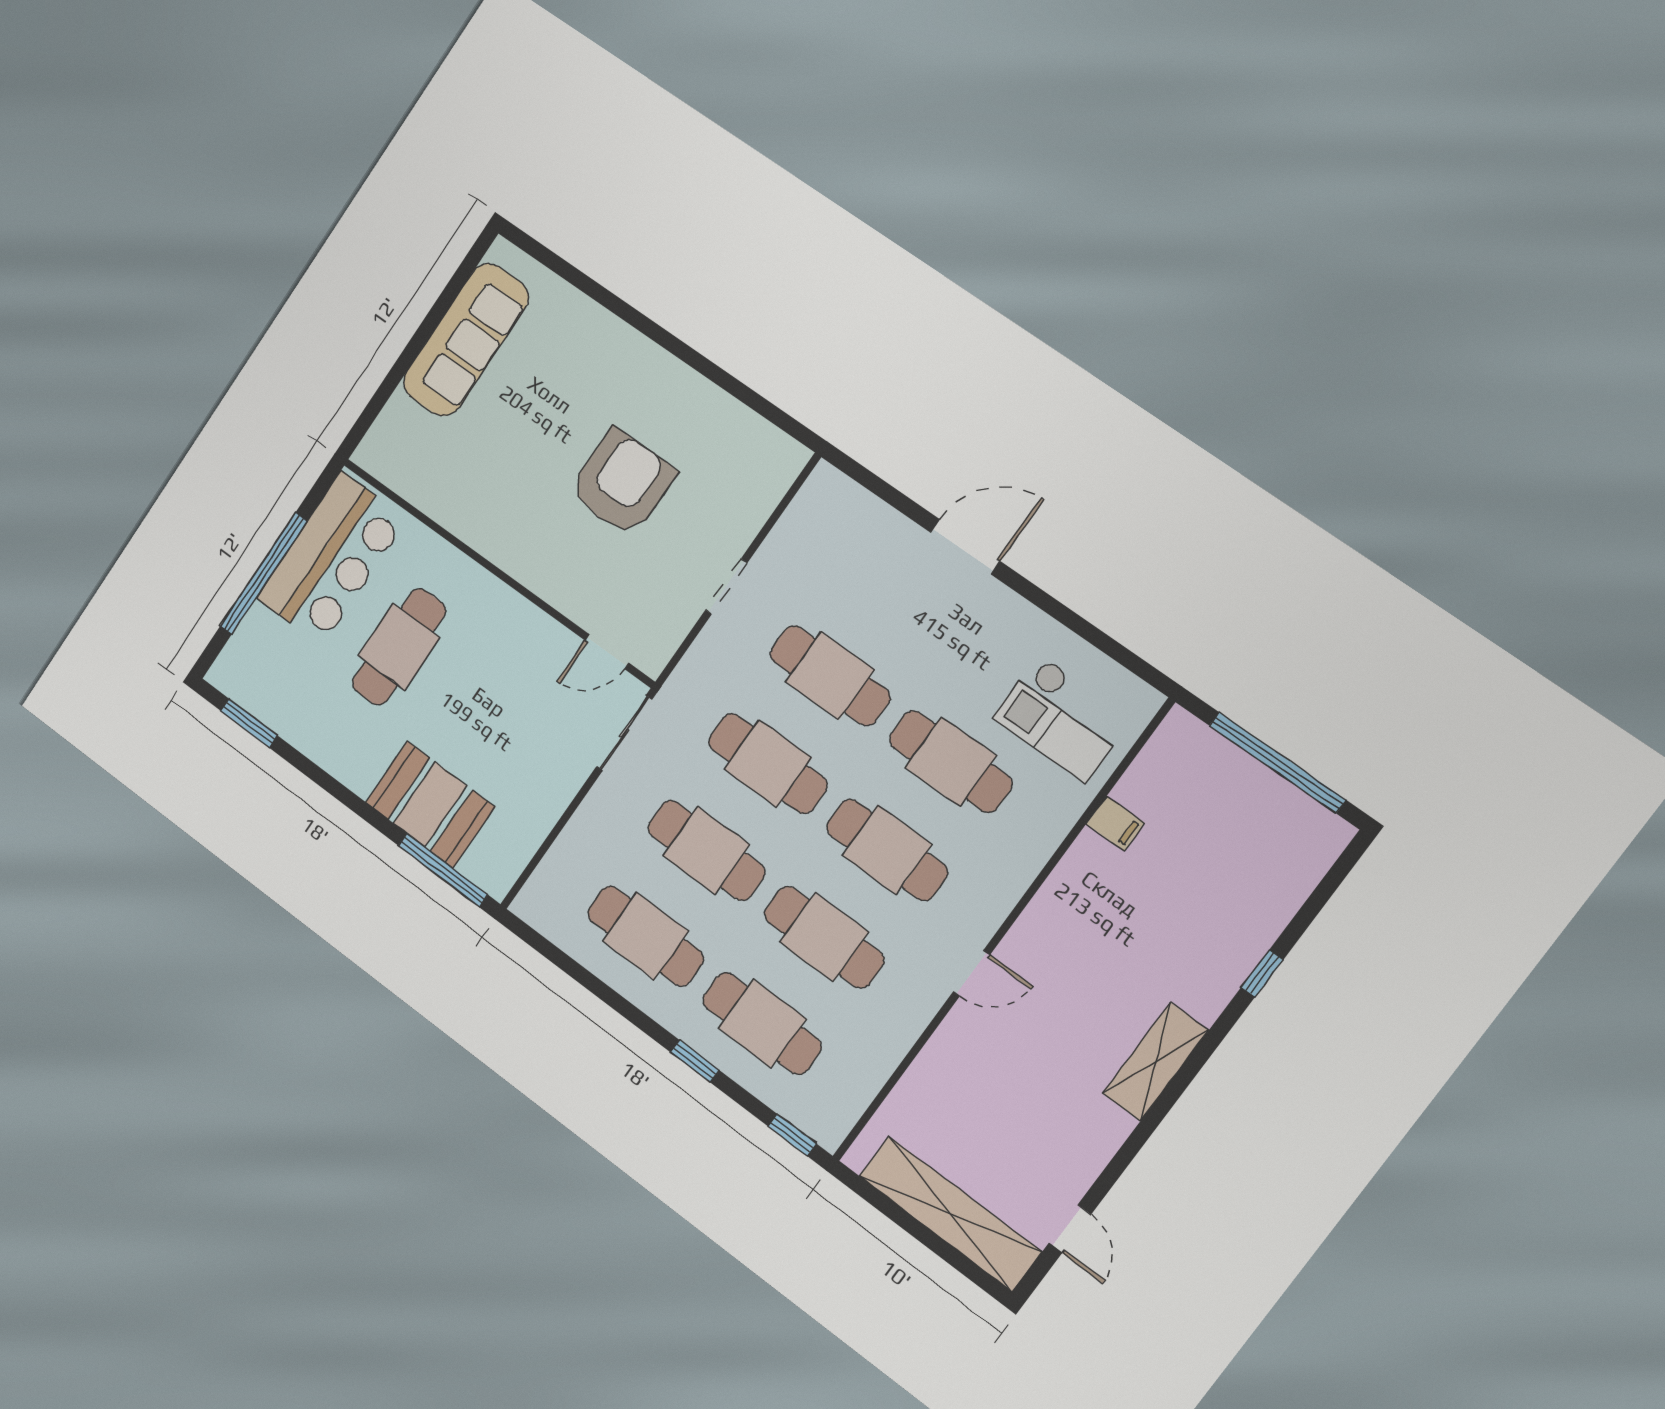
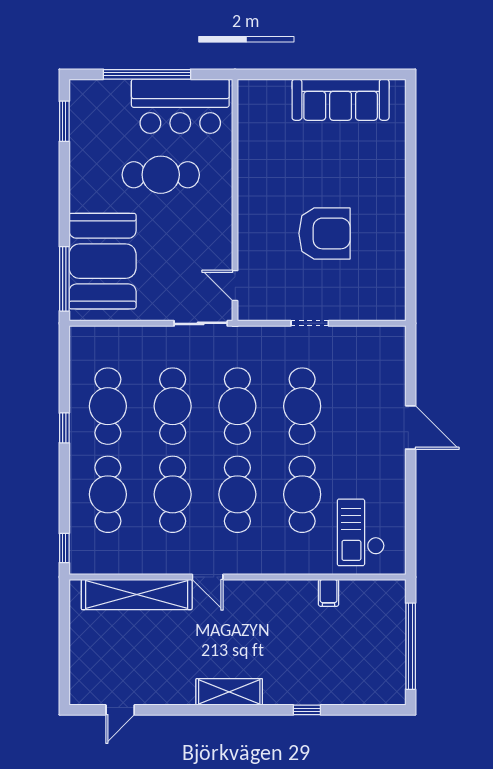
booth: (430, 805) -> (103, 261), width x1.36, depth x1.42
window: (695, 1061) -> (64, 428), moved
shelving: (950, 1214) -> (137, 595), moved, turned 90

